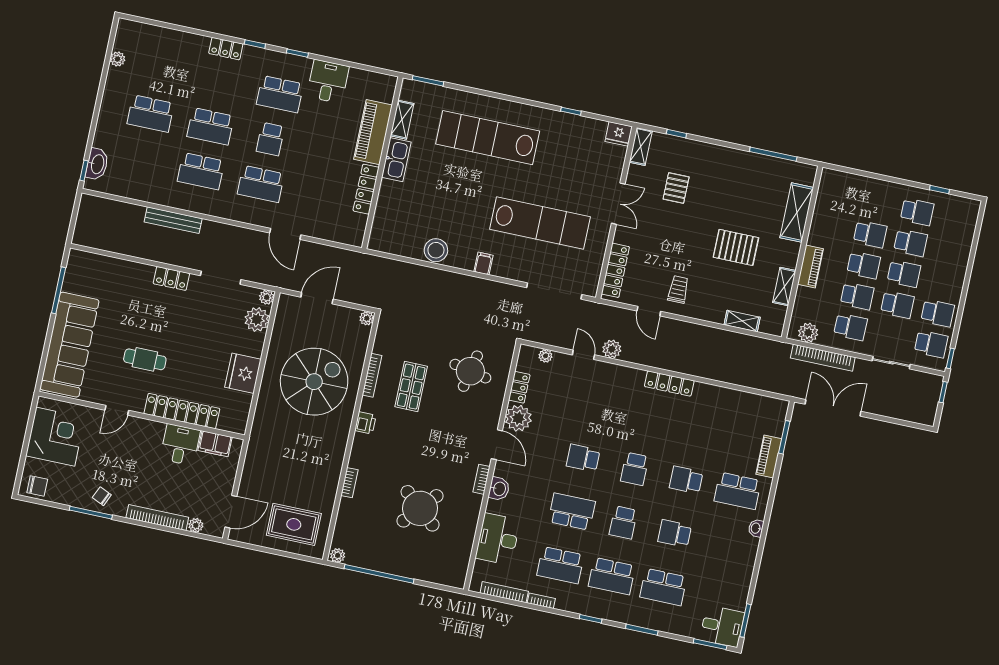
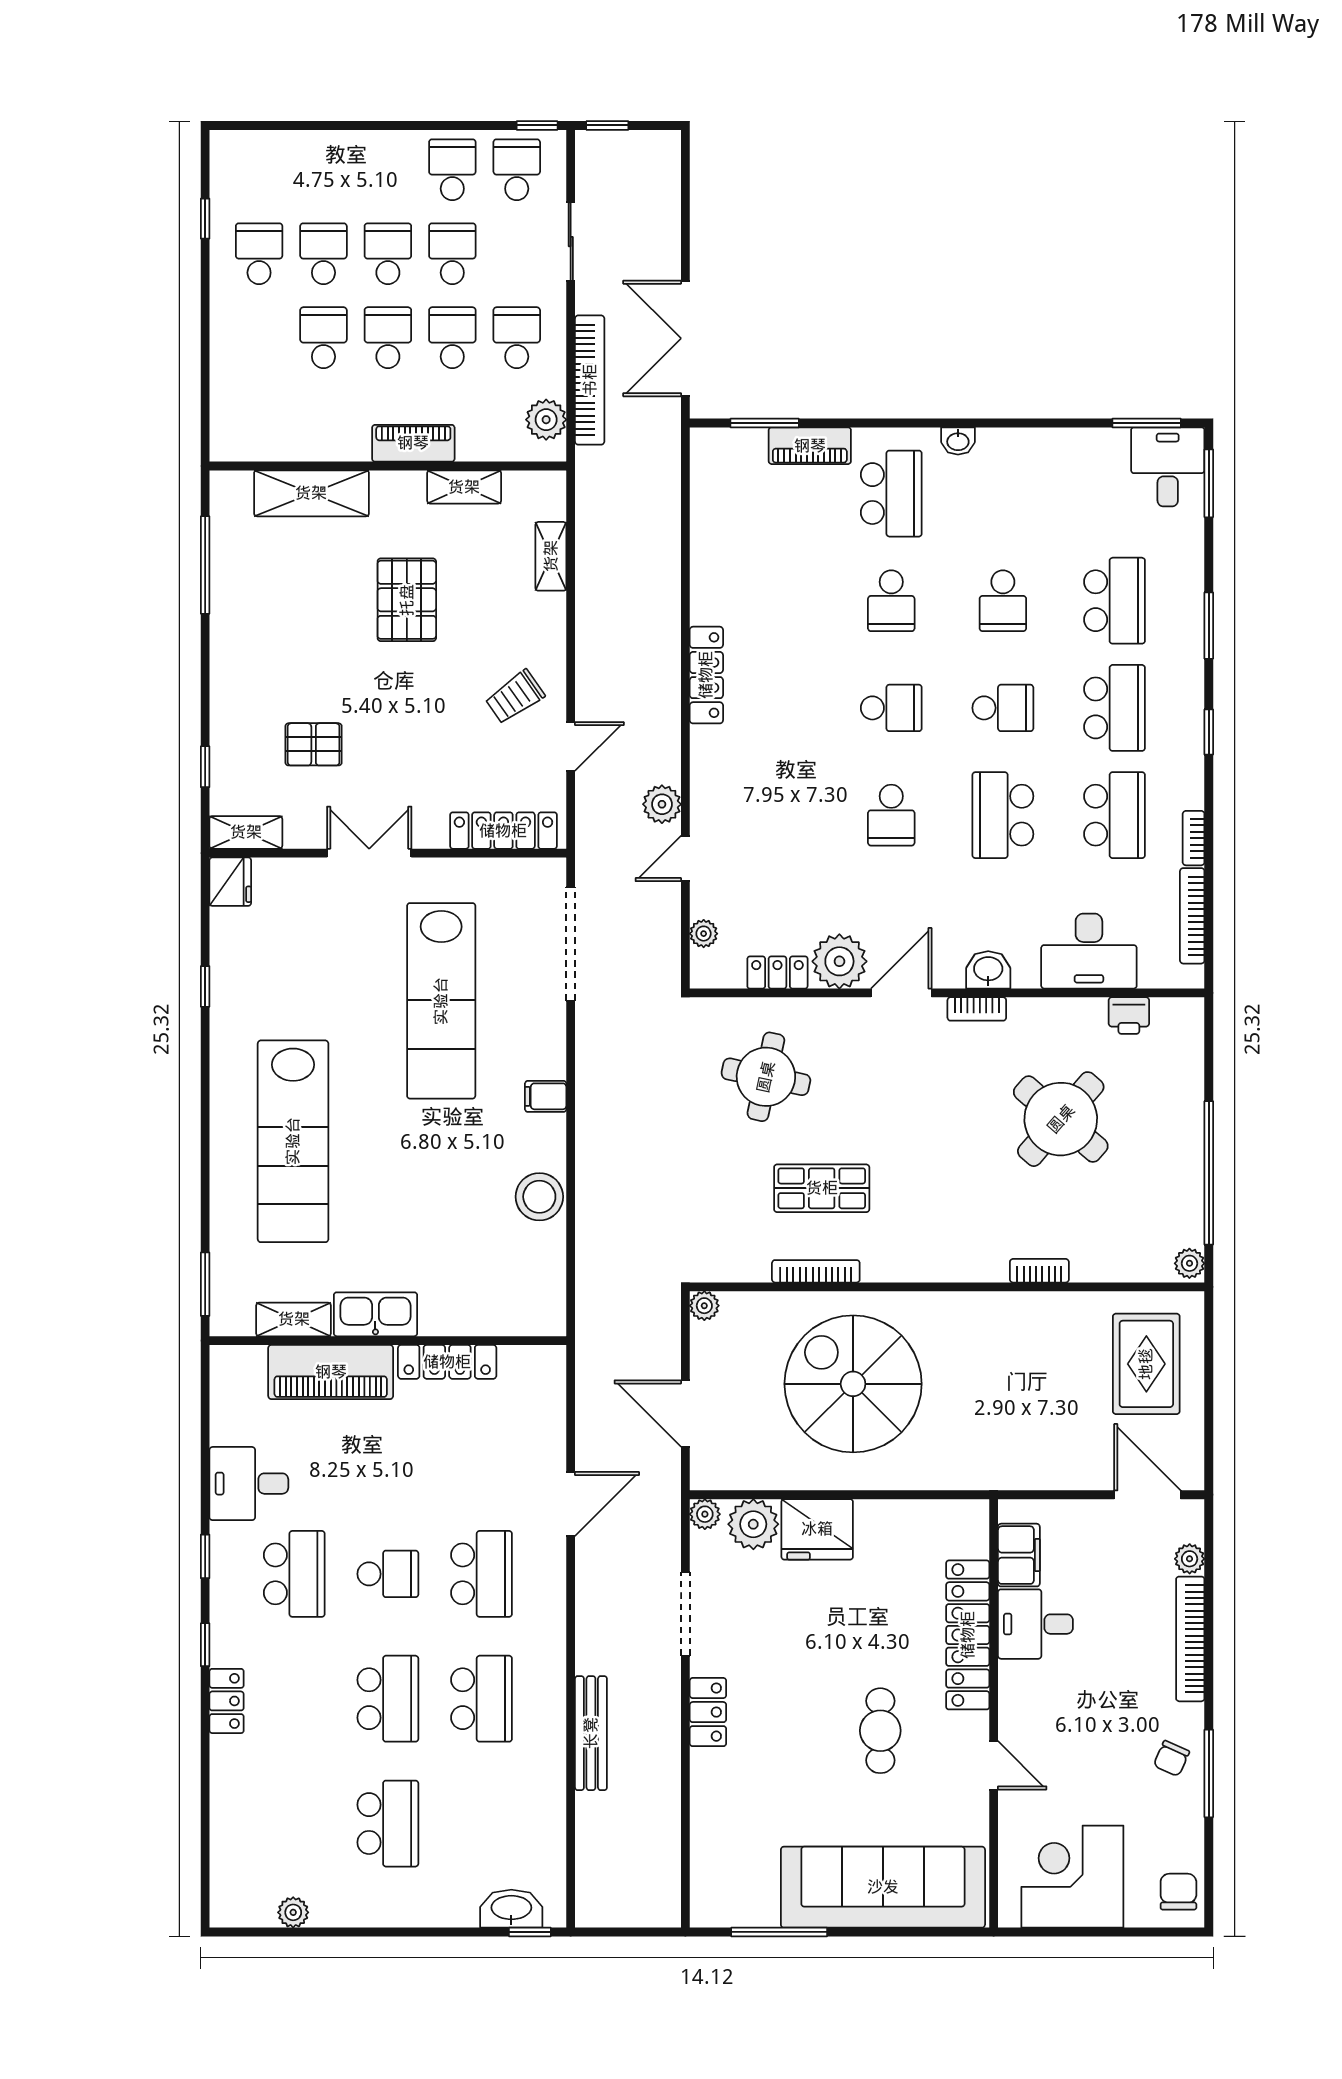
lab bench: (540, 223) -> (441, 1001), turned 180
trolley: (678, 289) -> (515, 697), turned -35
fridge: (243, 373) -> (817, 1529), moved
printer: (365, 423) -> (1129, 1016), moved, turned 180

